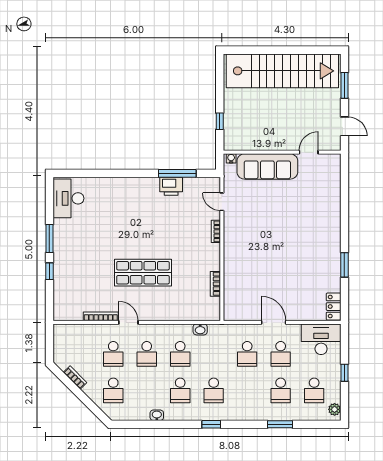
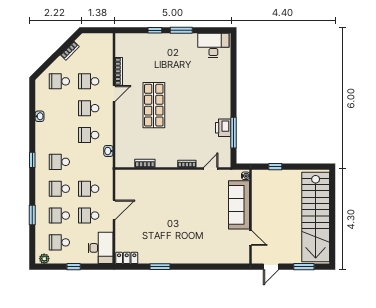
school desk: (180, 390) -> (59, 189), moved

